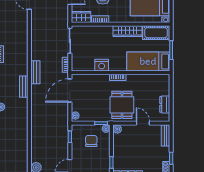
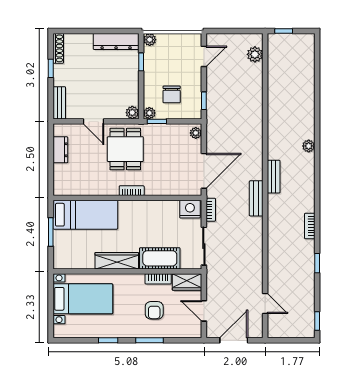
cot: (156, 33) -> (160, 258), moved
nightstand: (102, 65) -> (190, 209), moved

